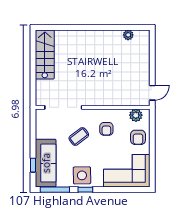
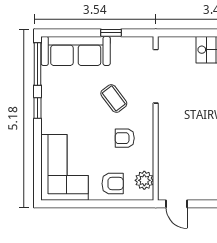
armchair: (138, 137) -> (113, 184), turned 180
window: (33, 165) -> (111, 33), moved
side table: (82, 175) -> (58, 103), removed

